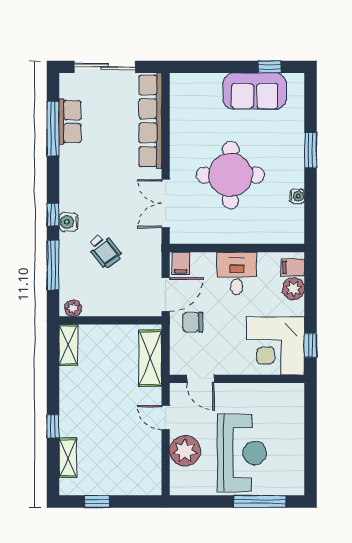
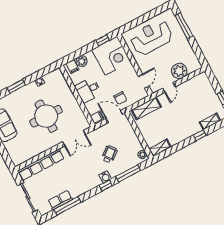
reception desk: (242, 453) -> (151, 37), moved

